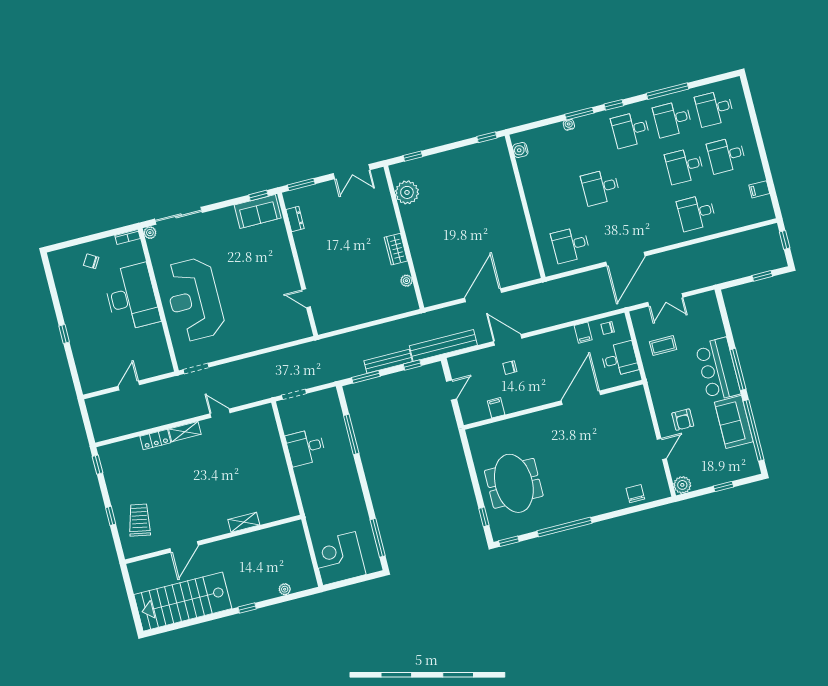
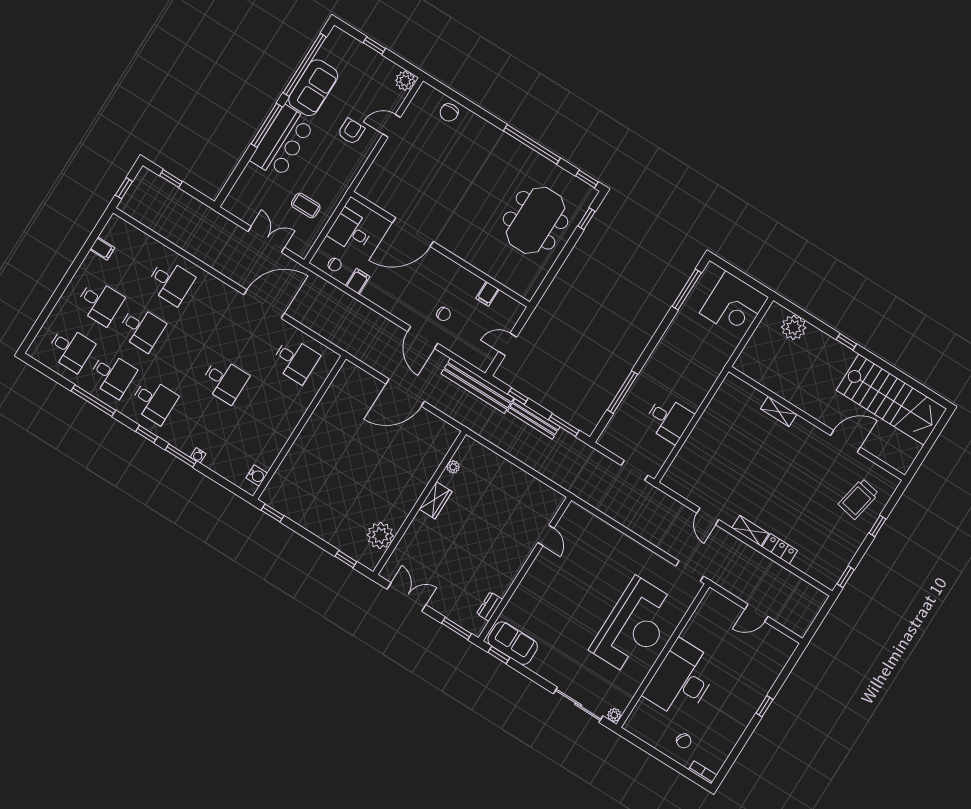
bookcase: (128, 237) -> (703, 772), moved
plant: (285, 589) -> (794, 327), width x1.88, depth x1.88

